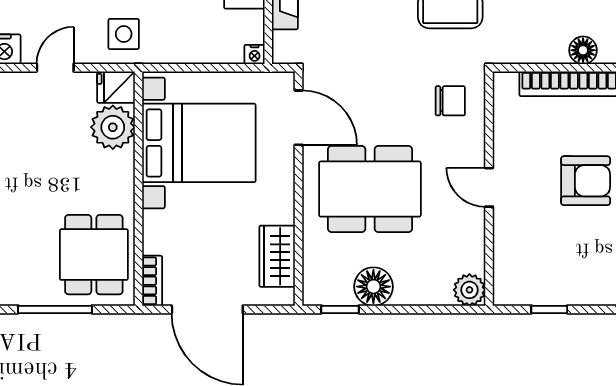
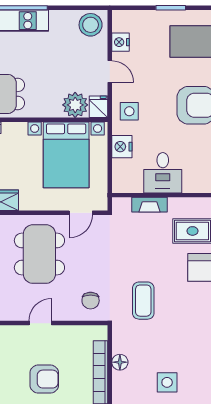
floor lamp: (583, 50) -> (120, 362), moved
nightstand: (255, 54) -> (122, 147), moved, width x1.89, depth x1.79
door: (299, 118) -> (81, 213), width x0.73
armchair: (586, 181) -> (44, 379), turned -90

